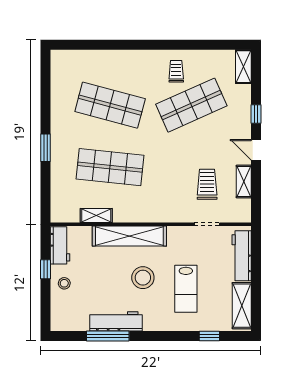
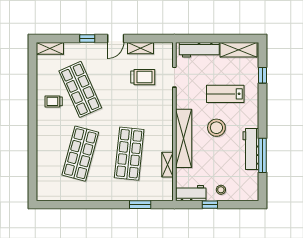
window: (45, 148) -> (140, 205), moved
trolley: (207, 184) -> (143, 77), turned 180
lab bench: (186, 289) -> (225, 94), turned 180

